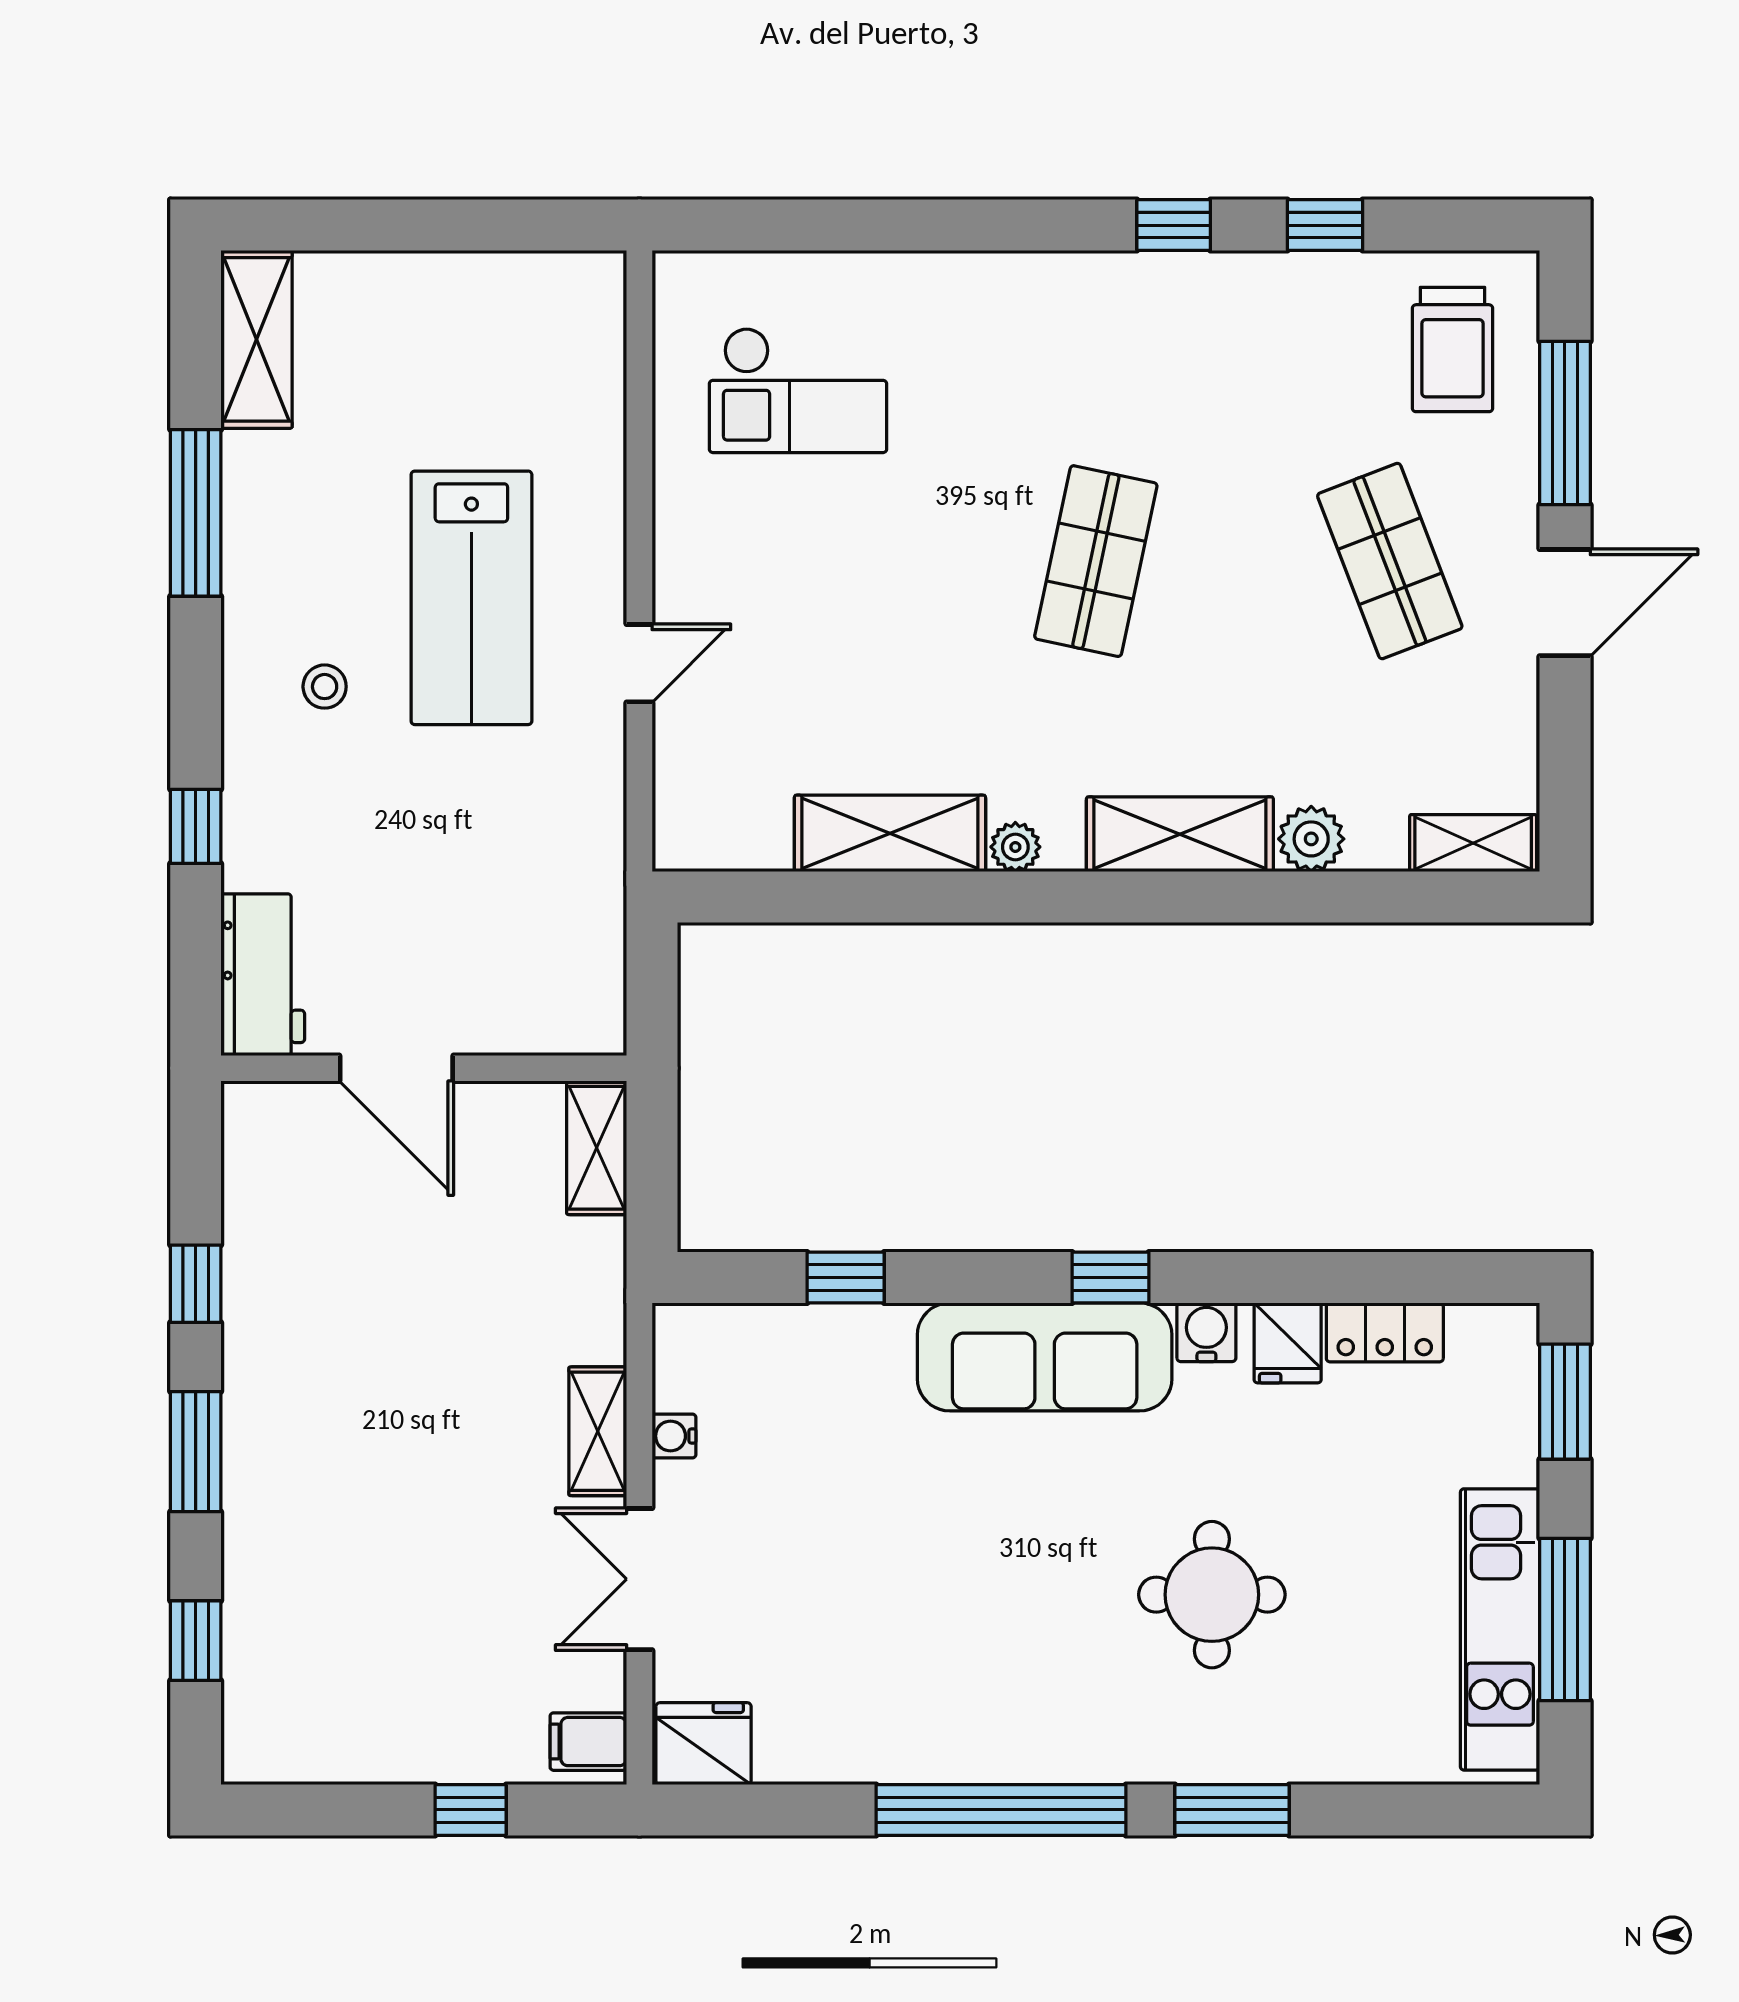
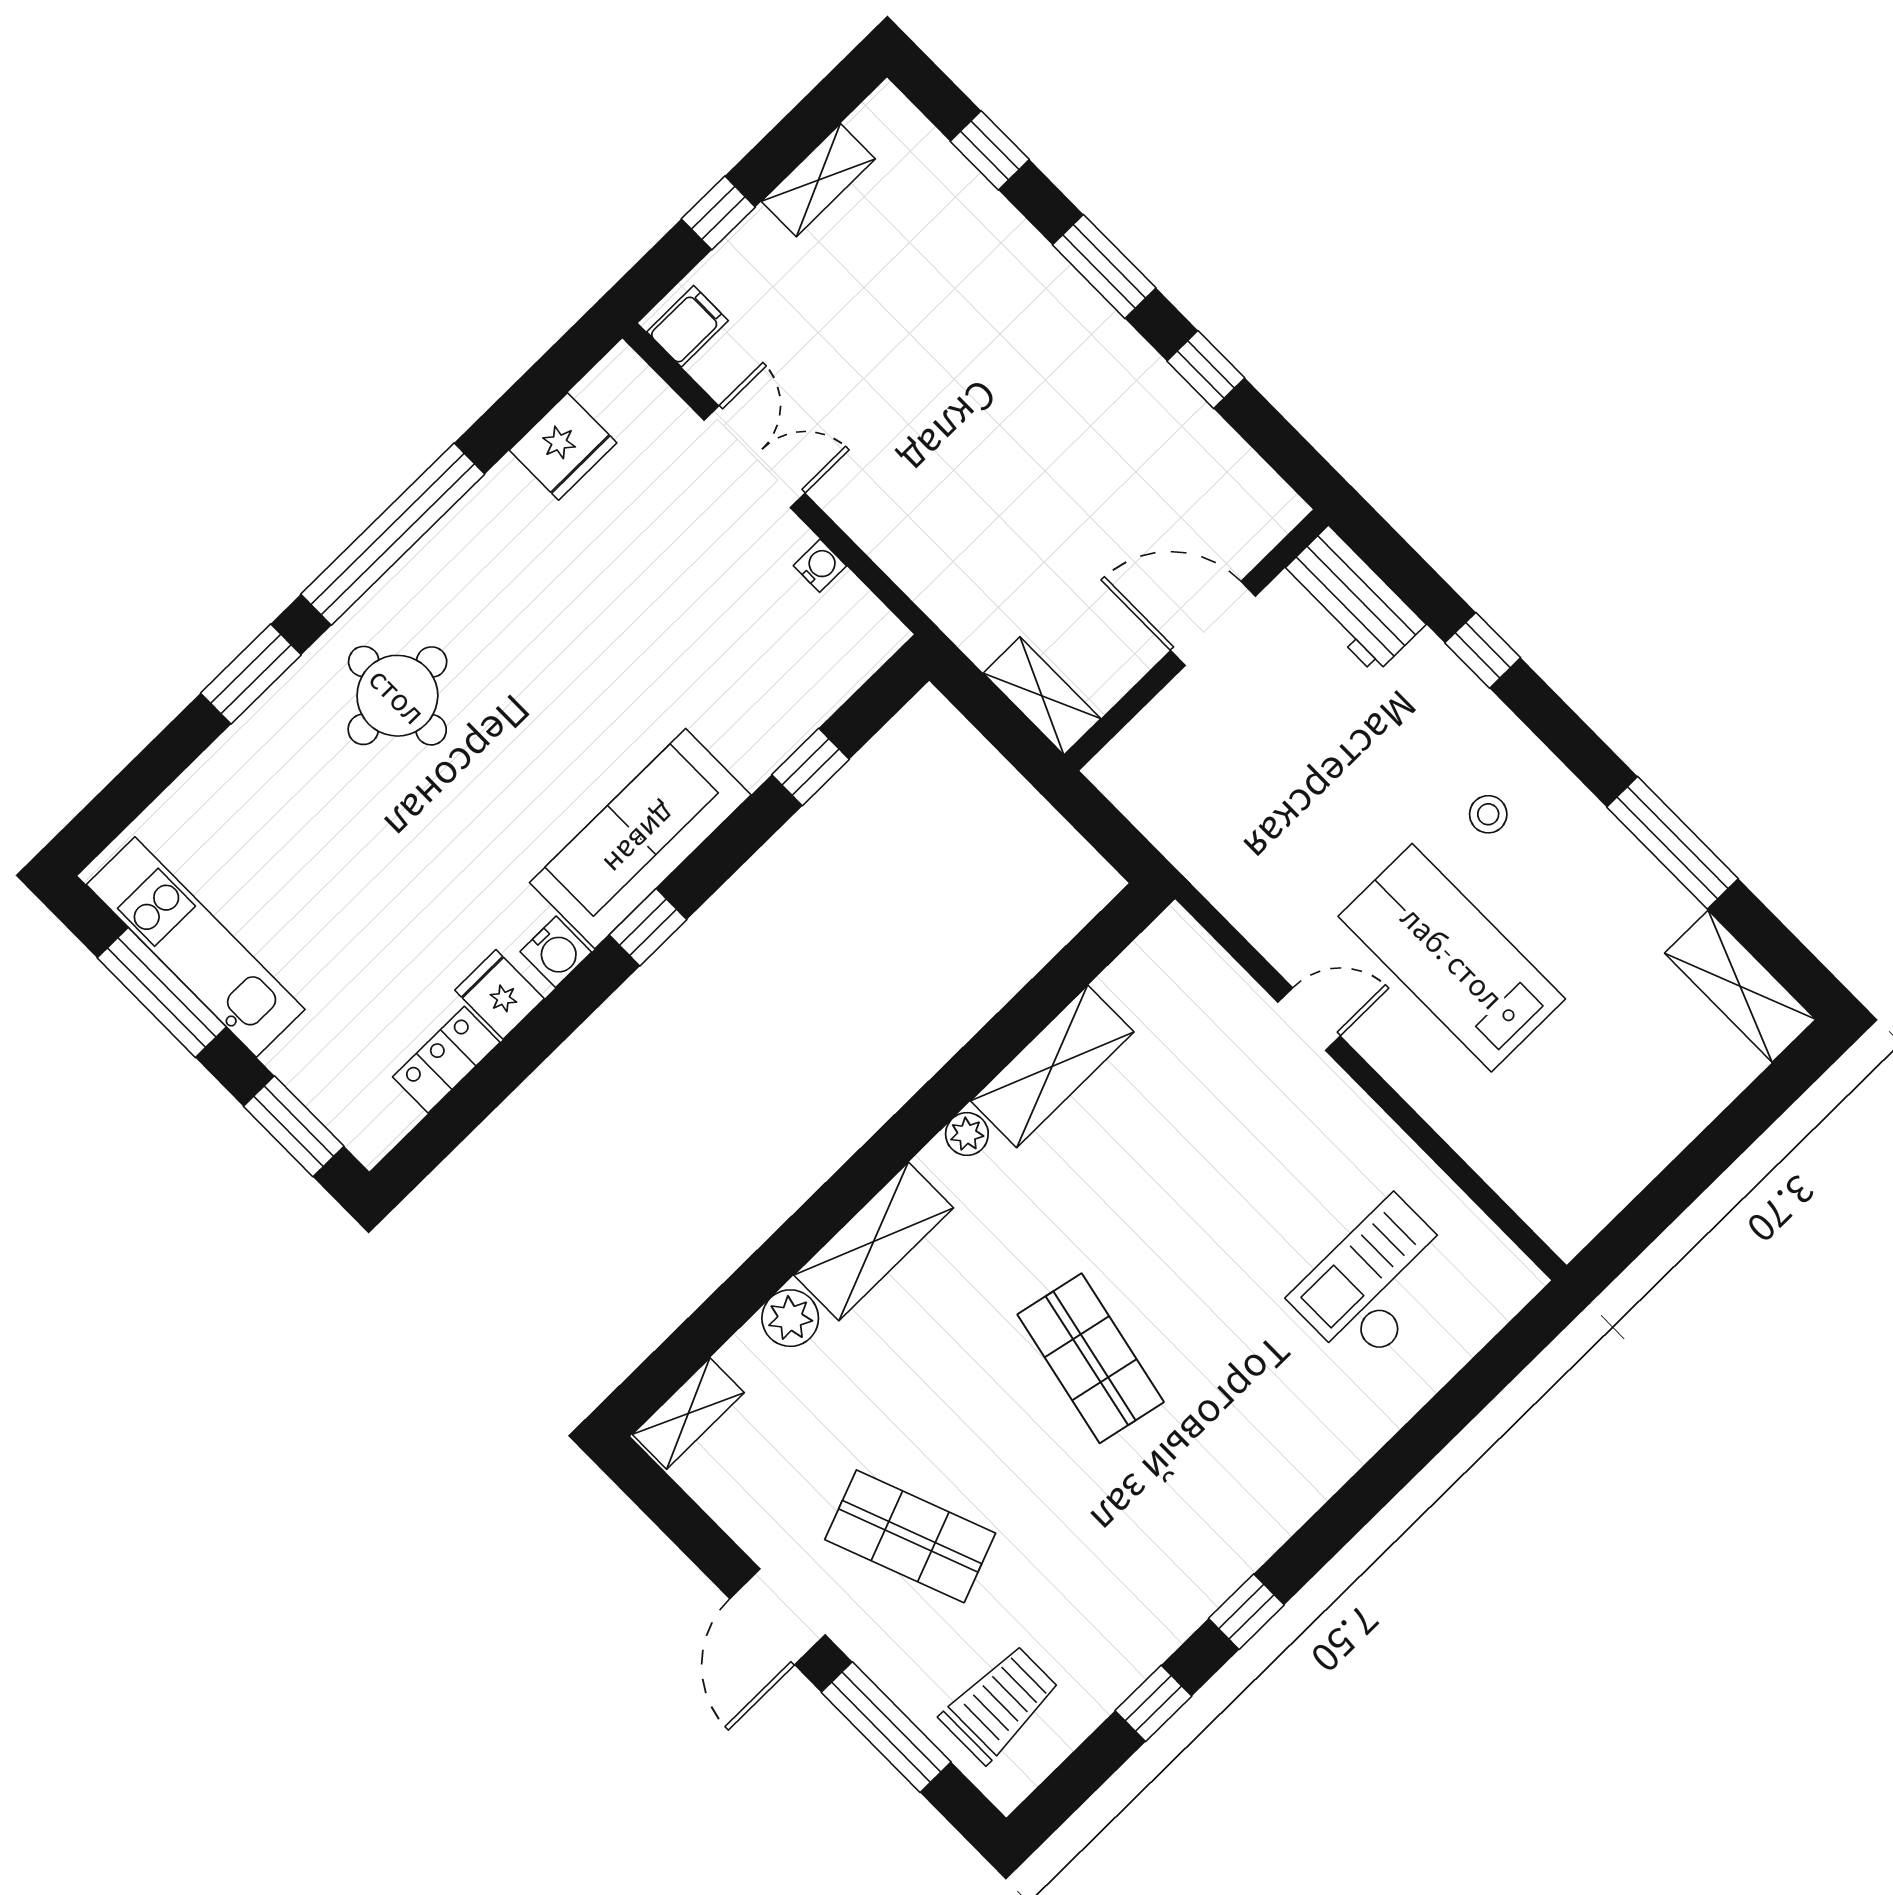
trolley: (1452, 350) -> (1000, 1704), turned 90
door: (639, 663) -> (1309, 1019), swing flipped
shelving: (598, 1431) -> (818, 180), moved, turned 90
round table: (1212, 1595) -> (397, 696), moved
fridge: (704, 1744) -> (563, 446), moved

